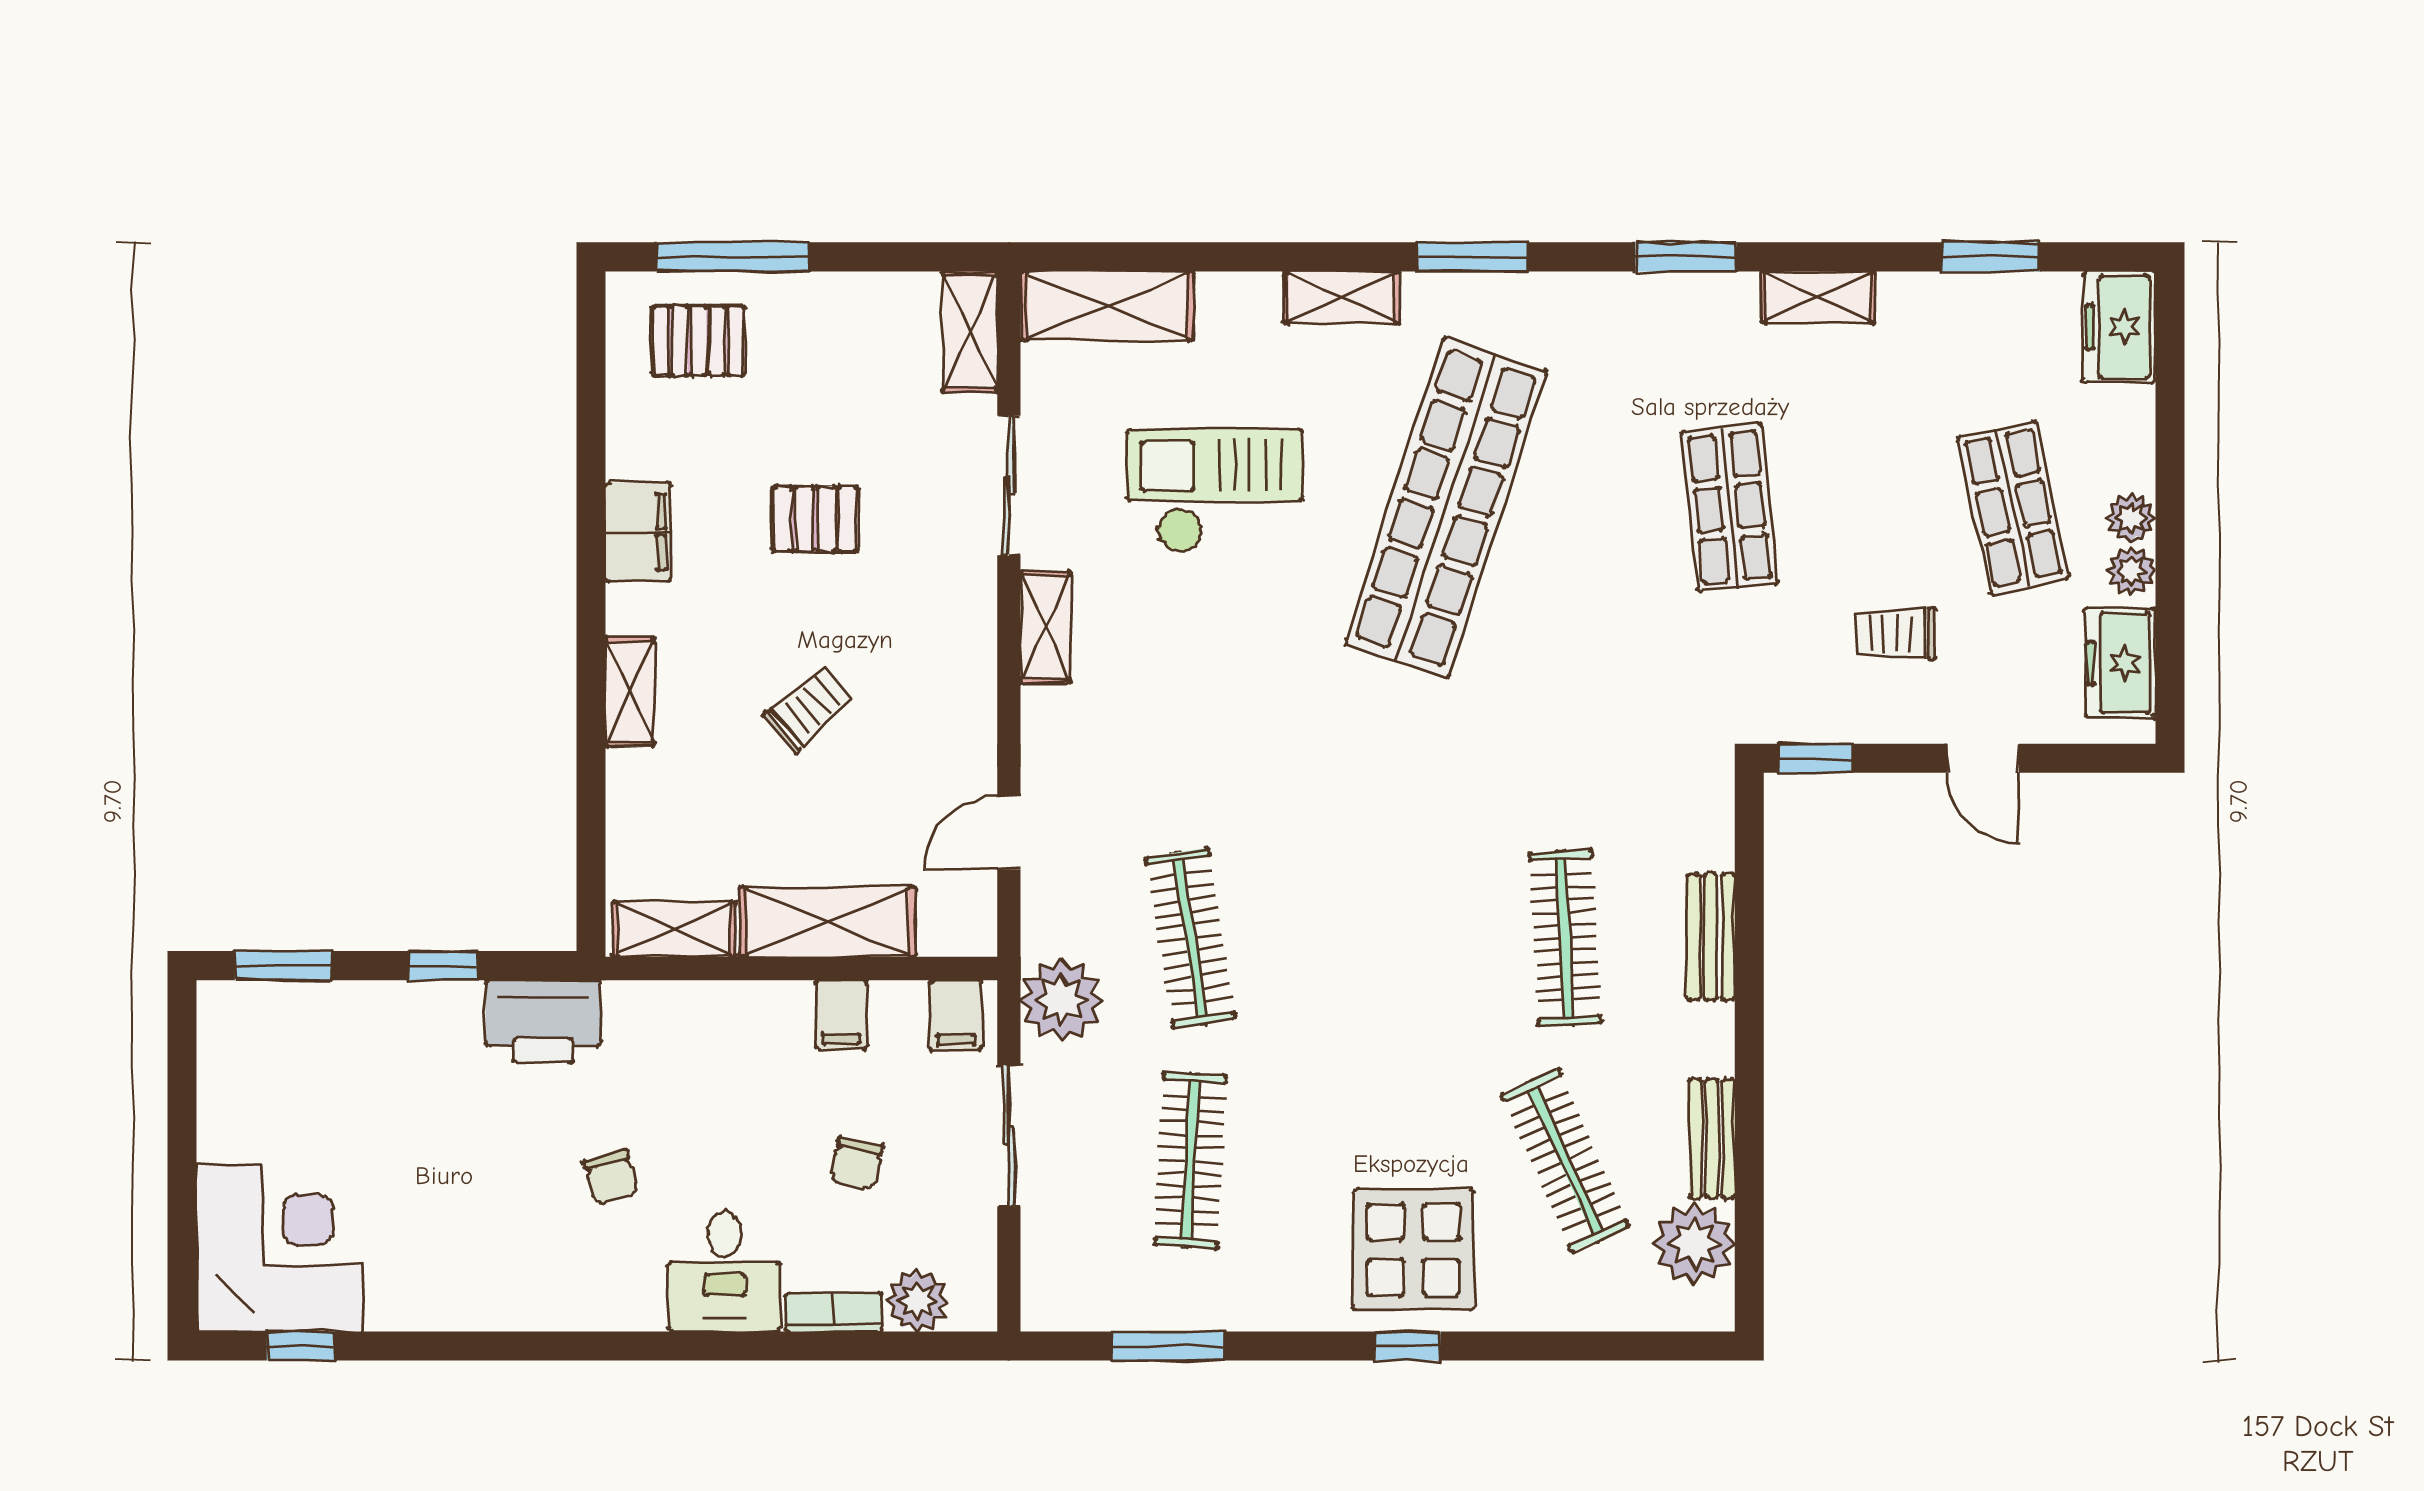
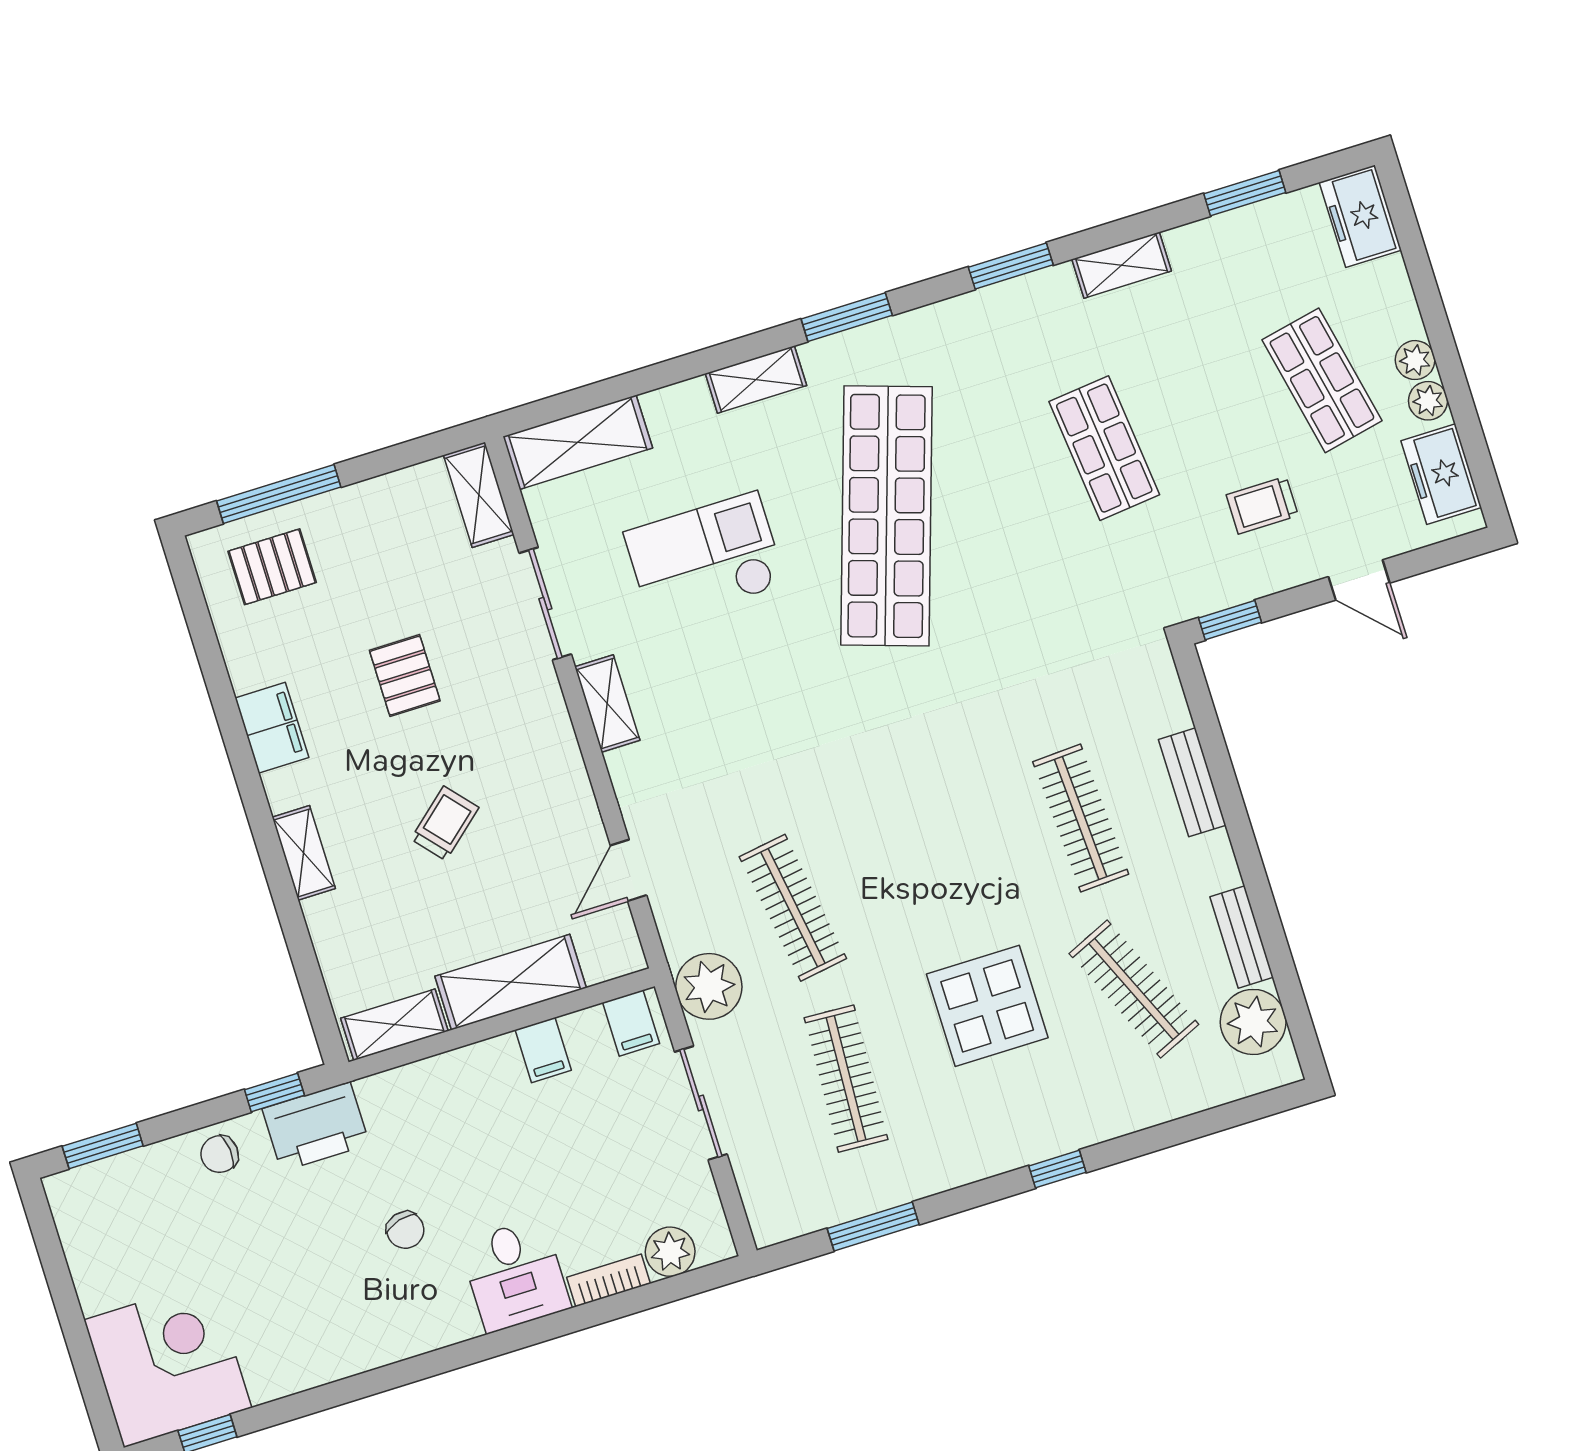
pallet: (815, 519) -> (405, 676), turned 90
window: (443, 966) -> (274, 1093), moved
chair: (856, 1163) -> (220, 1154), moved, turned 73
display table: (1413, 1250) -> (987, 1006), moved

